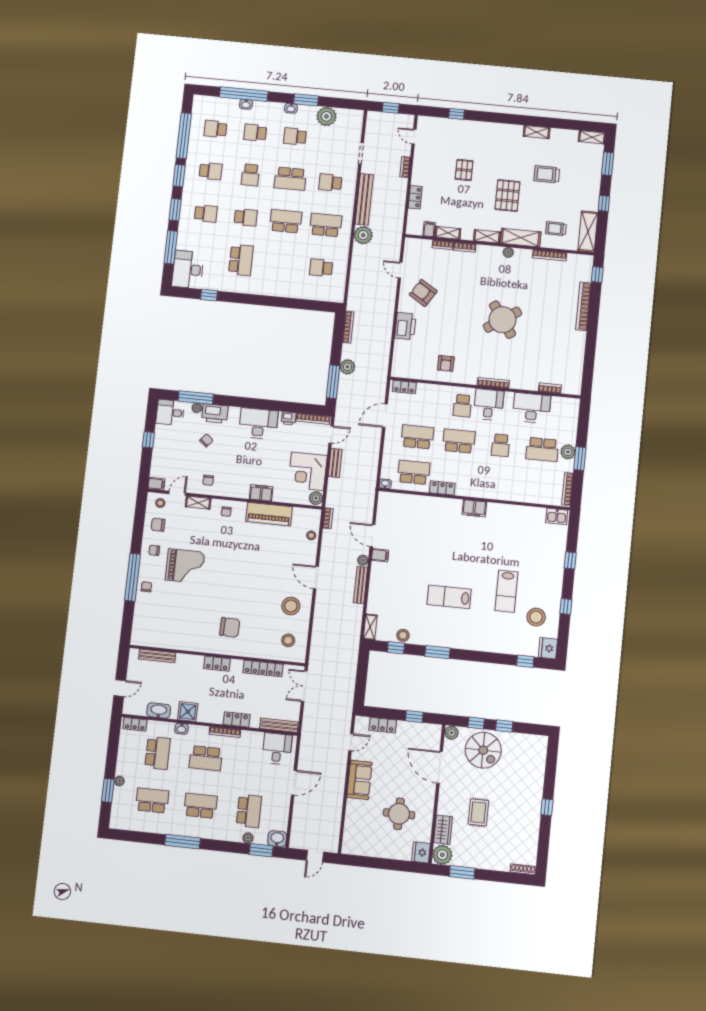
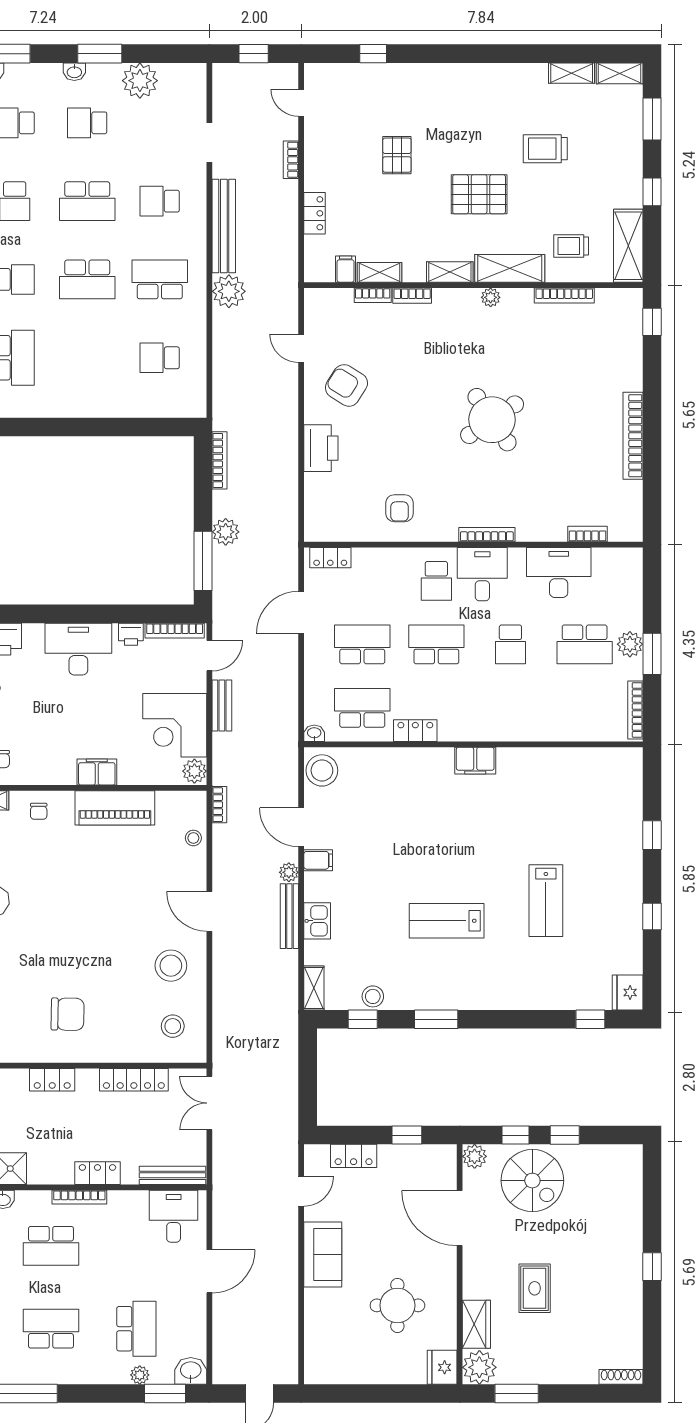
shelving: (537, 132) -> (572, 73), moved
pallet: (507, 196) -> (479, 194), turned 90
school desk: (286, 221) -> (87, 279), turned 180
bookcase: (583, 306) -> (633, 436), moved
kitchen sink: (557, 516) -> (317, 921), moved, turned -90
stool: (536, 617) -> (322, 770), moved

